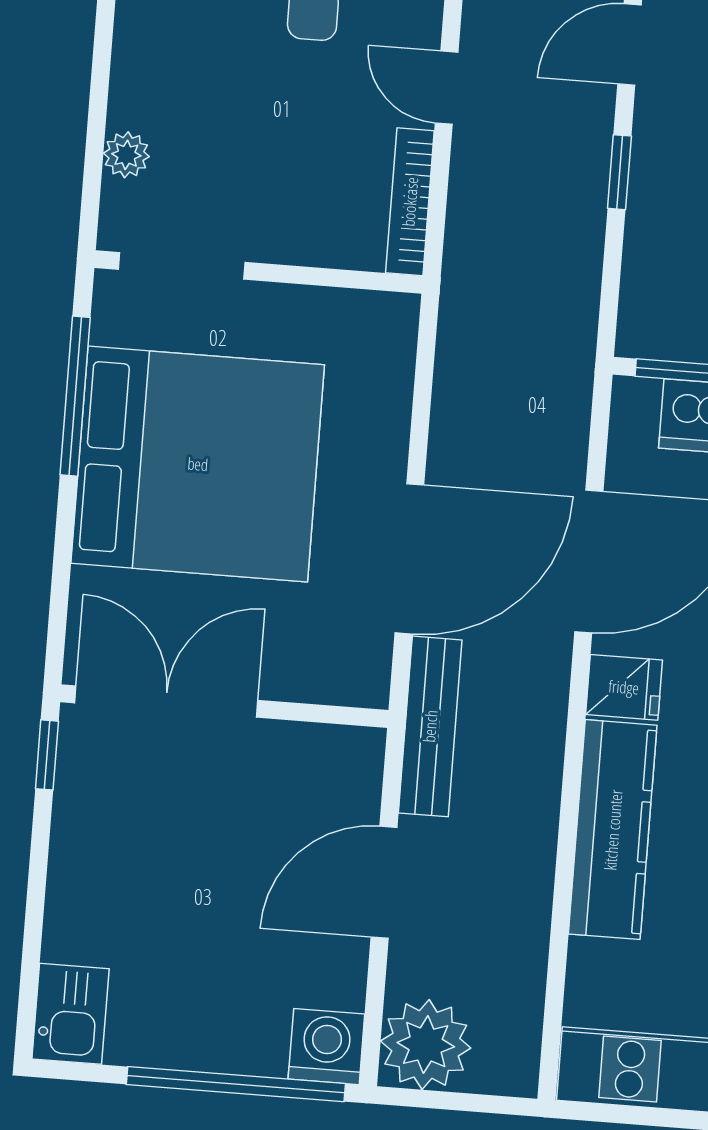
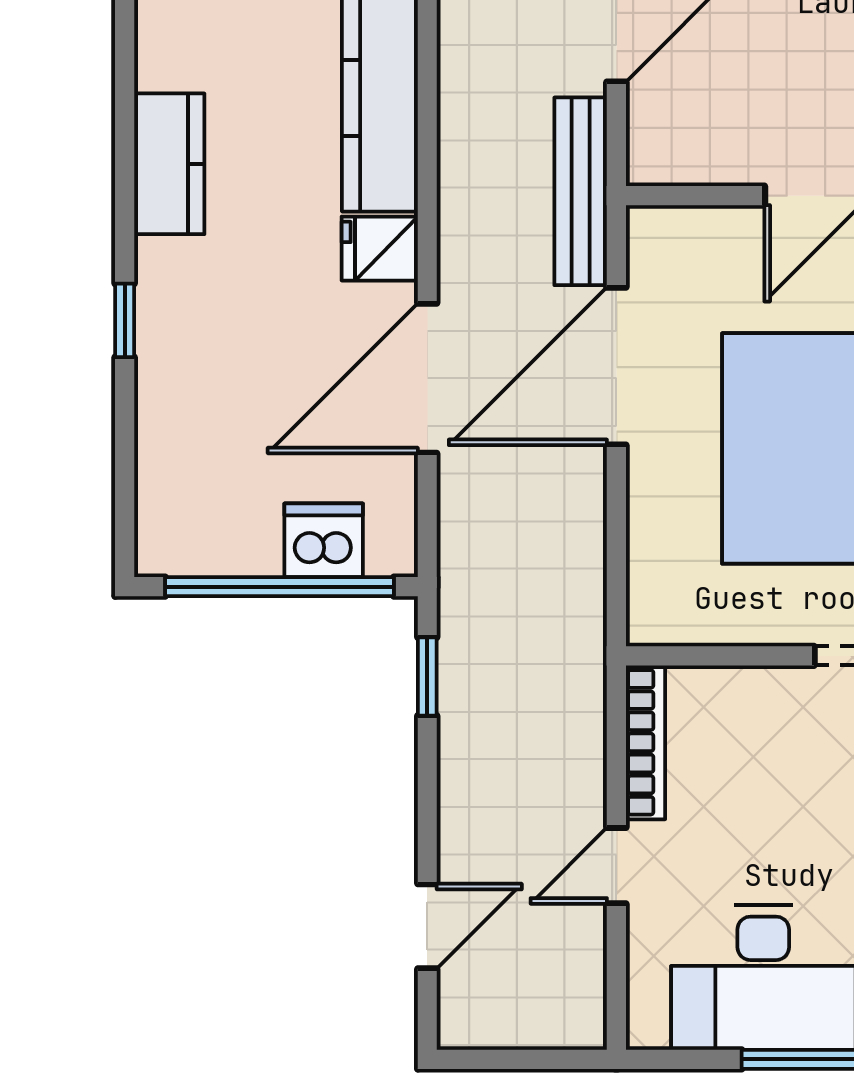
door: (447, 88) -> (616, 866), swing flipped
window: (619, 172) -> (427, 677), moved

